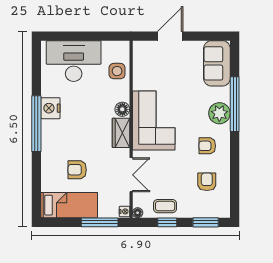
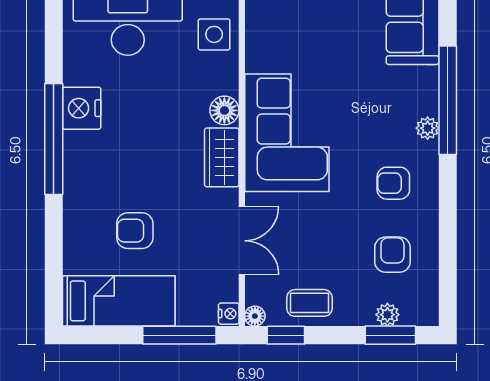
plant: (219, 113) -> (428, 128), width x0.53, depth x0.53
plant: (204, 212) -> (387, 315), added
window: (167, 222) -> (286, 335), moved

